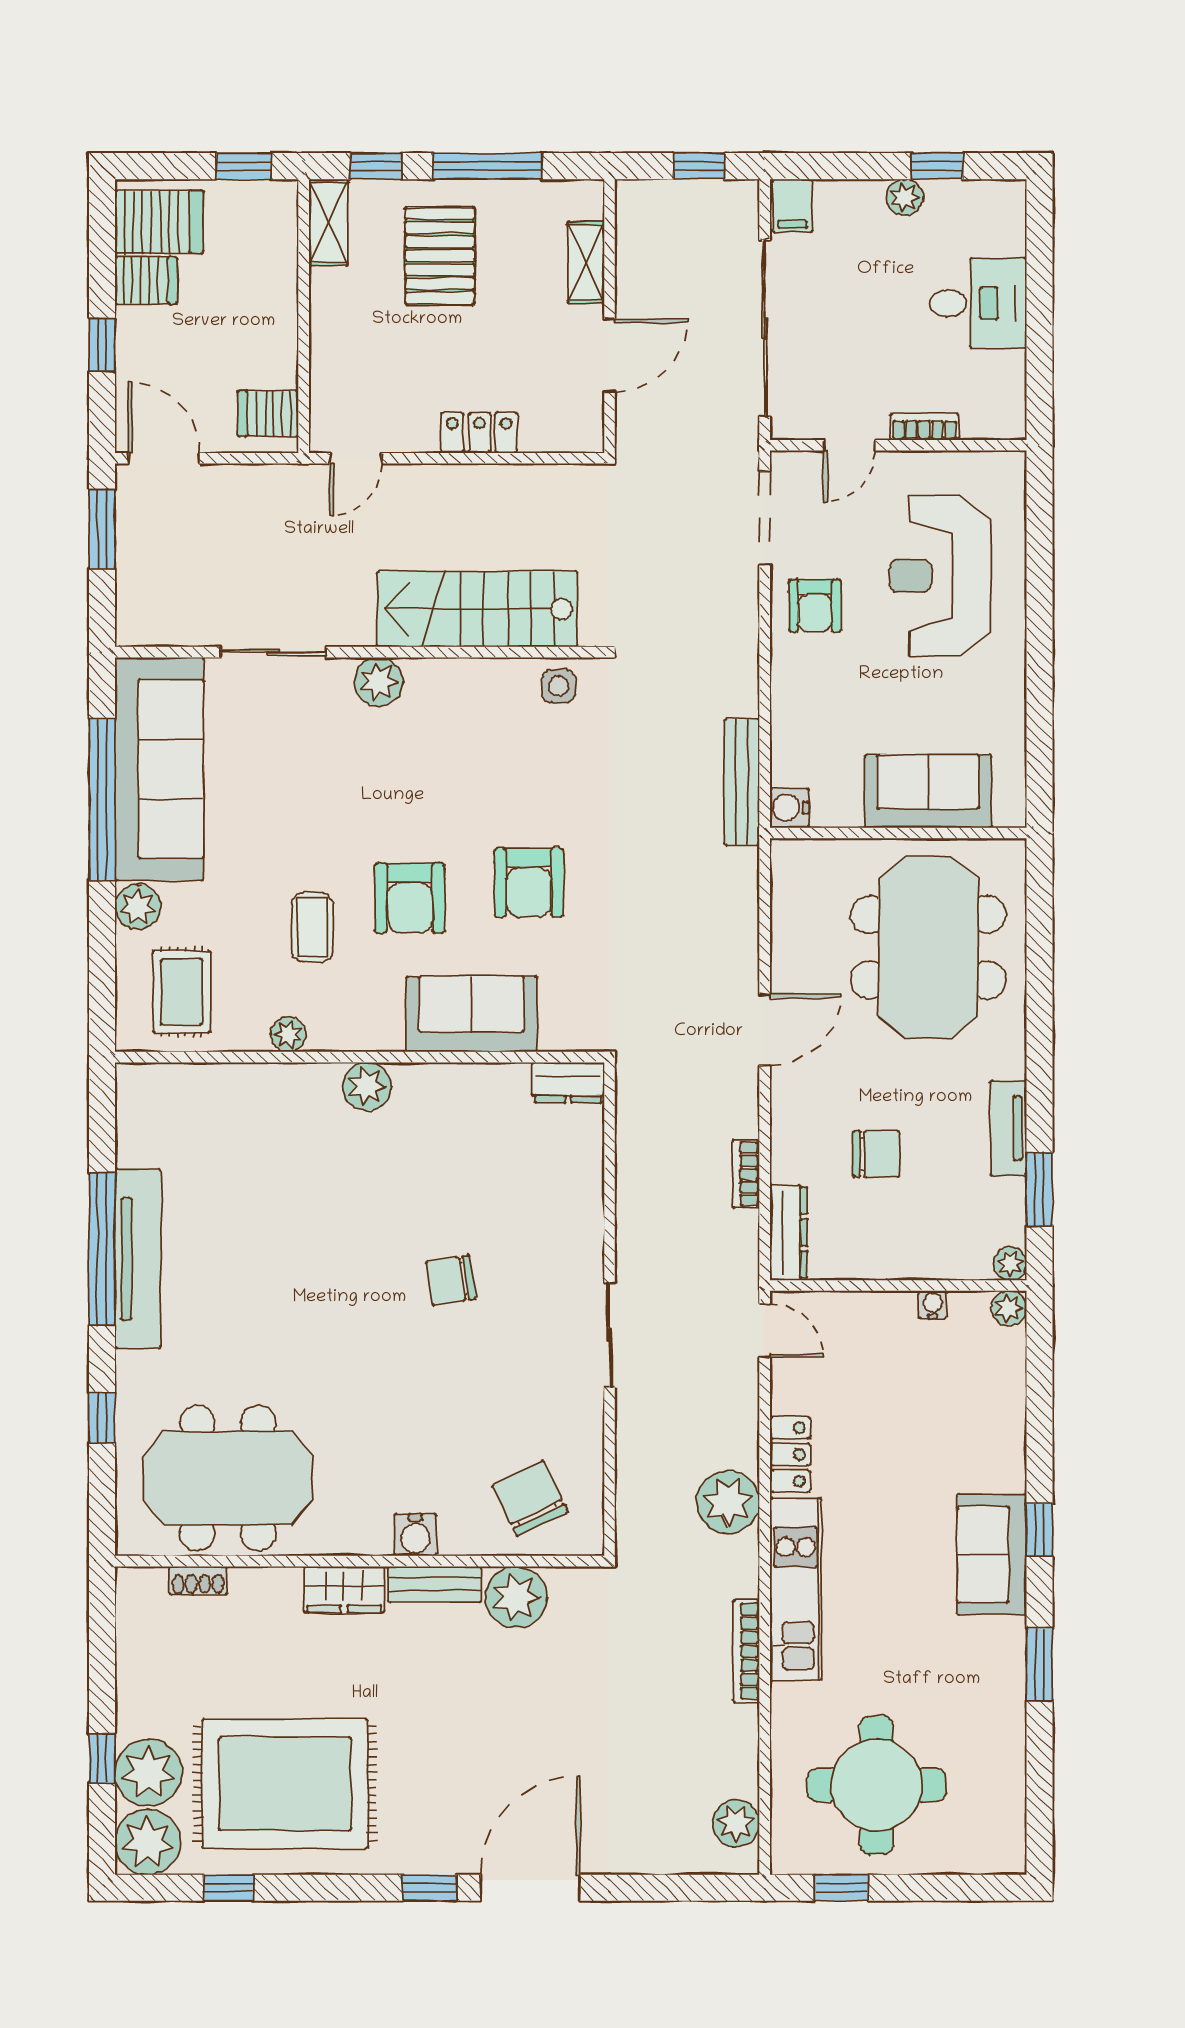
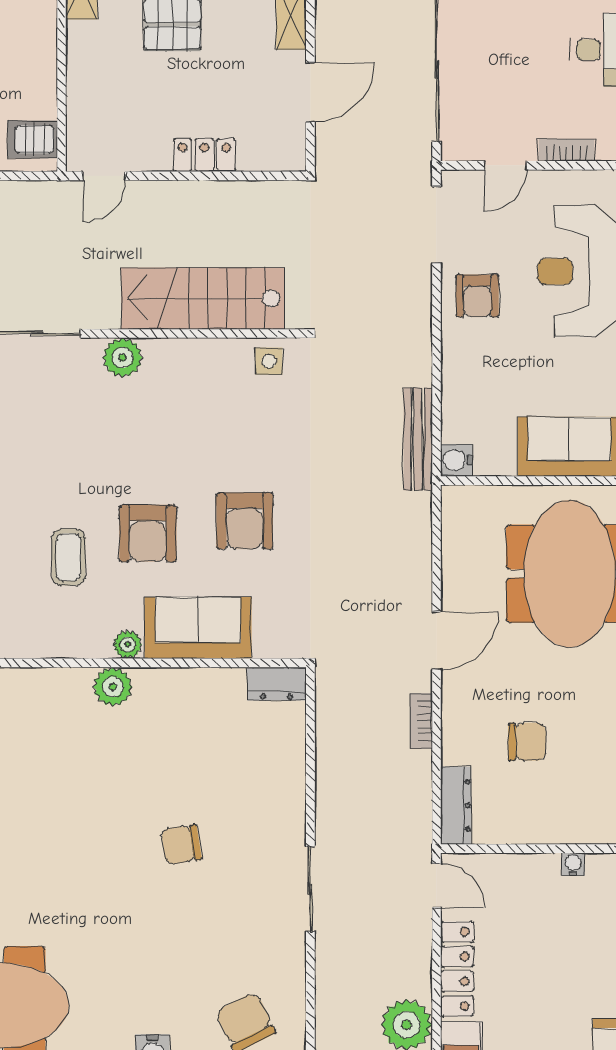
plant: (288, 1034) -> (128, 644), moved
bookcase: (746, 1174) -> (421, 721), moved
locker: (790, 1454) -> (457, 969), width x1.53

